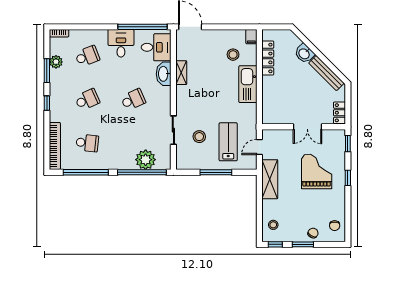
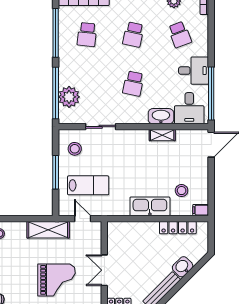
school desk: (87, 100) -> (133, 35), turned 36
school desk: (133, 100) -> (133, 84), turned 36
stool: (199, 137) -> (75, 149), moved

